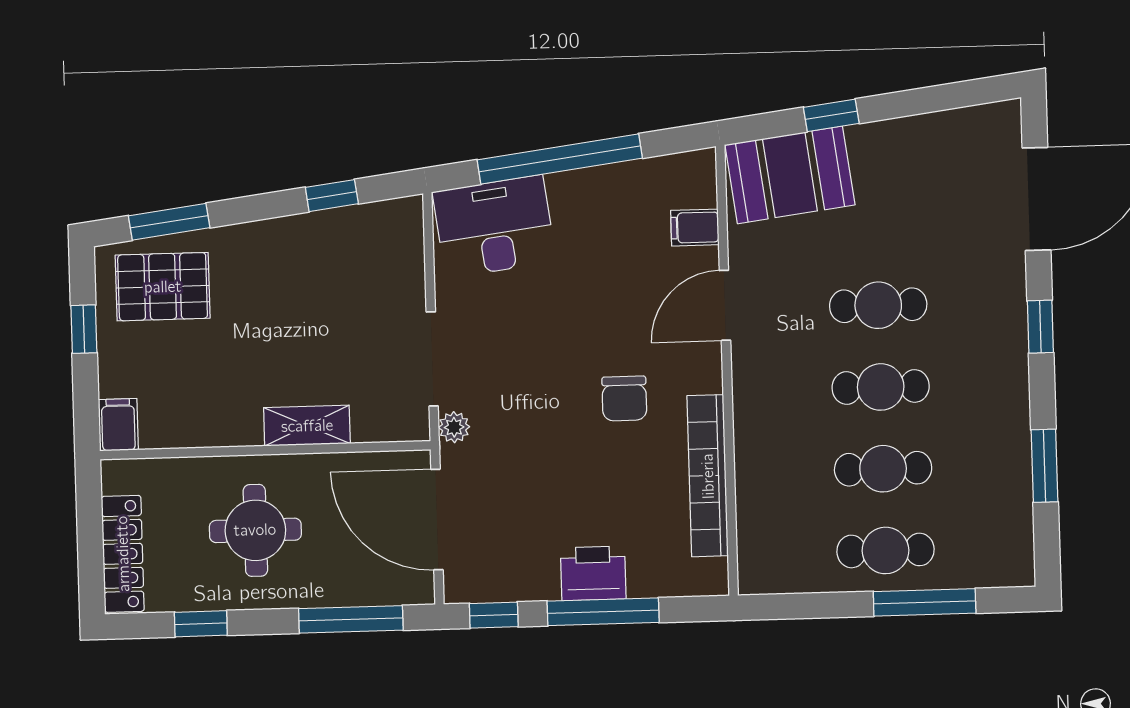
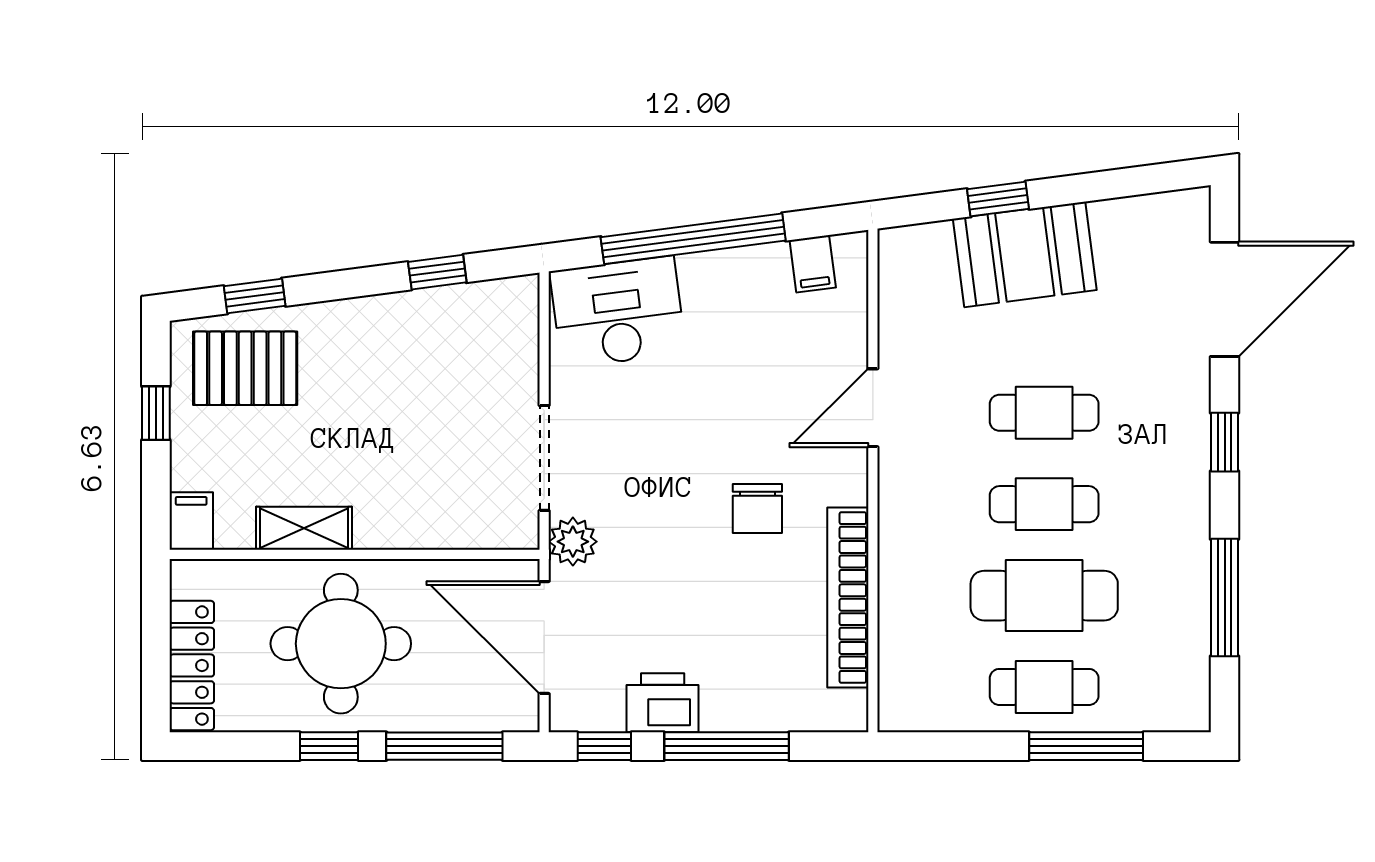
booth: (790, 175) -> (1025, 254), moved
window: (169, 222) -> (255, 296), width x0.67
filing cabinet: (695, 228) -> (813, 264), moved, turned -97
shelving: (307, 426) -> (304, 528), moved
plant: (454, 427) -> (573, 542), width x1.38, depth x1.38
window: (1044, 466) -> (1225, 598), width x1.44
cafe table: (883, 469) -> (1044, 596), width x1.37, depth x1.35
round table: (255, 530) -> (341, 644), width x1.36, depth x1.36
printer: (593, 573) -> (663, 703), moved
window: (201, 624) -> (329, 746), moved

